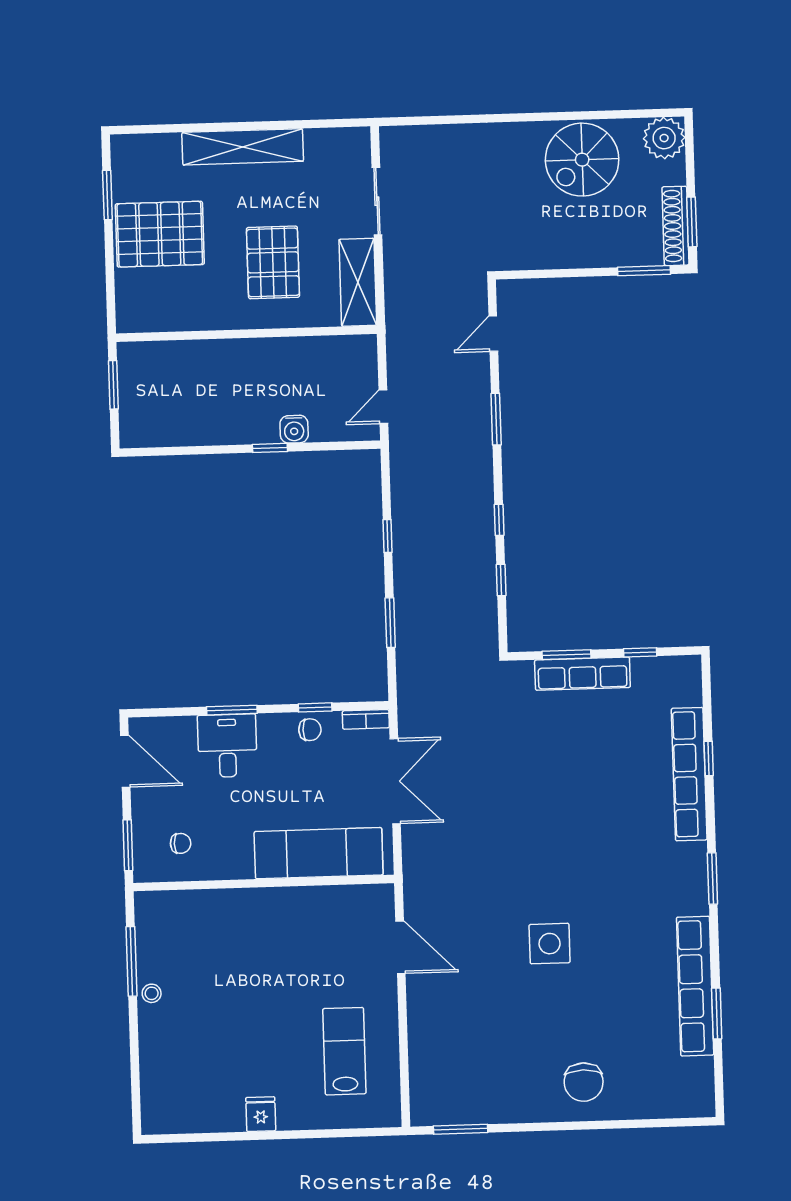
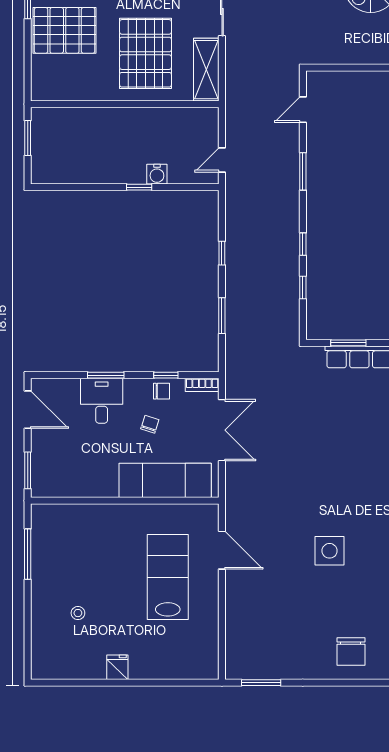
pallet: (273, 262) -> (146, 53), width x1.37, depth x1.41
chair: (181, 843) -> (150, 424), moved, turned -72
stool: (152, 993) -> (78, 613), moved
lab bench: (344, 1051) -> (168, 577), moved, width x1.36, depth x1.39

